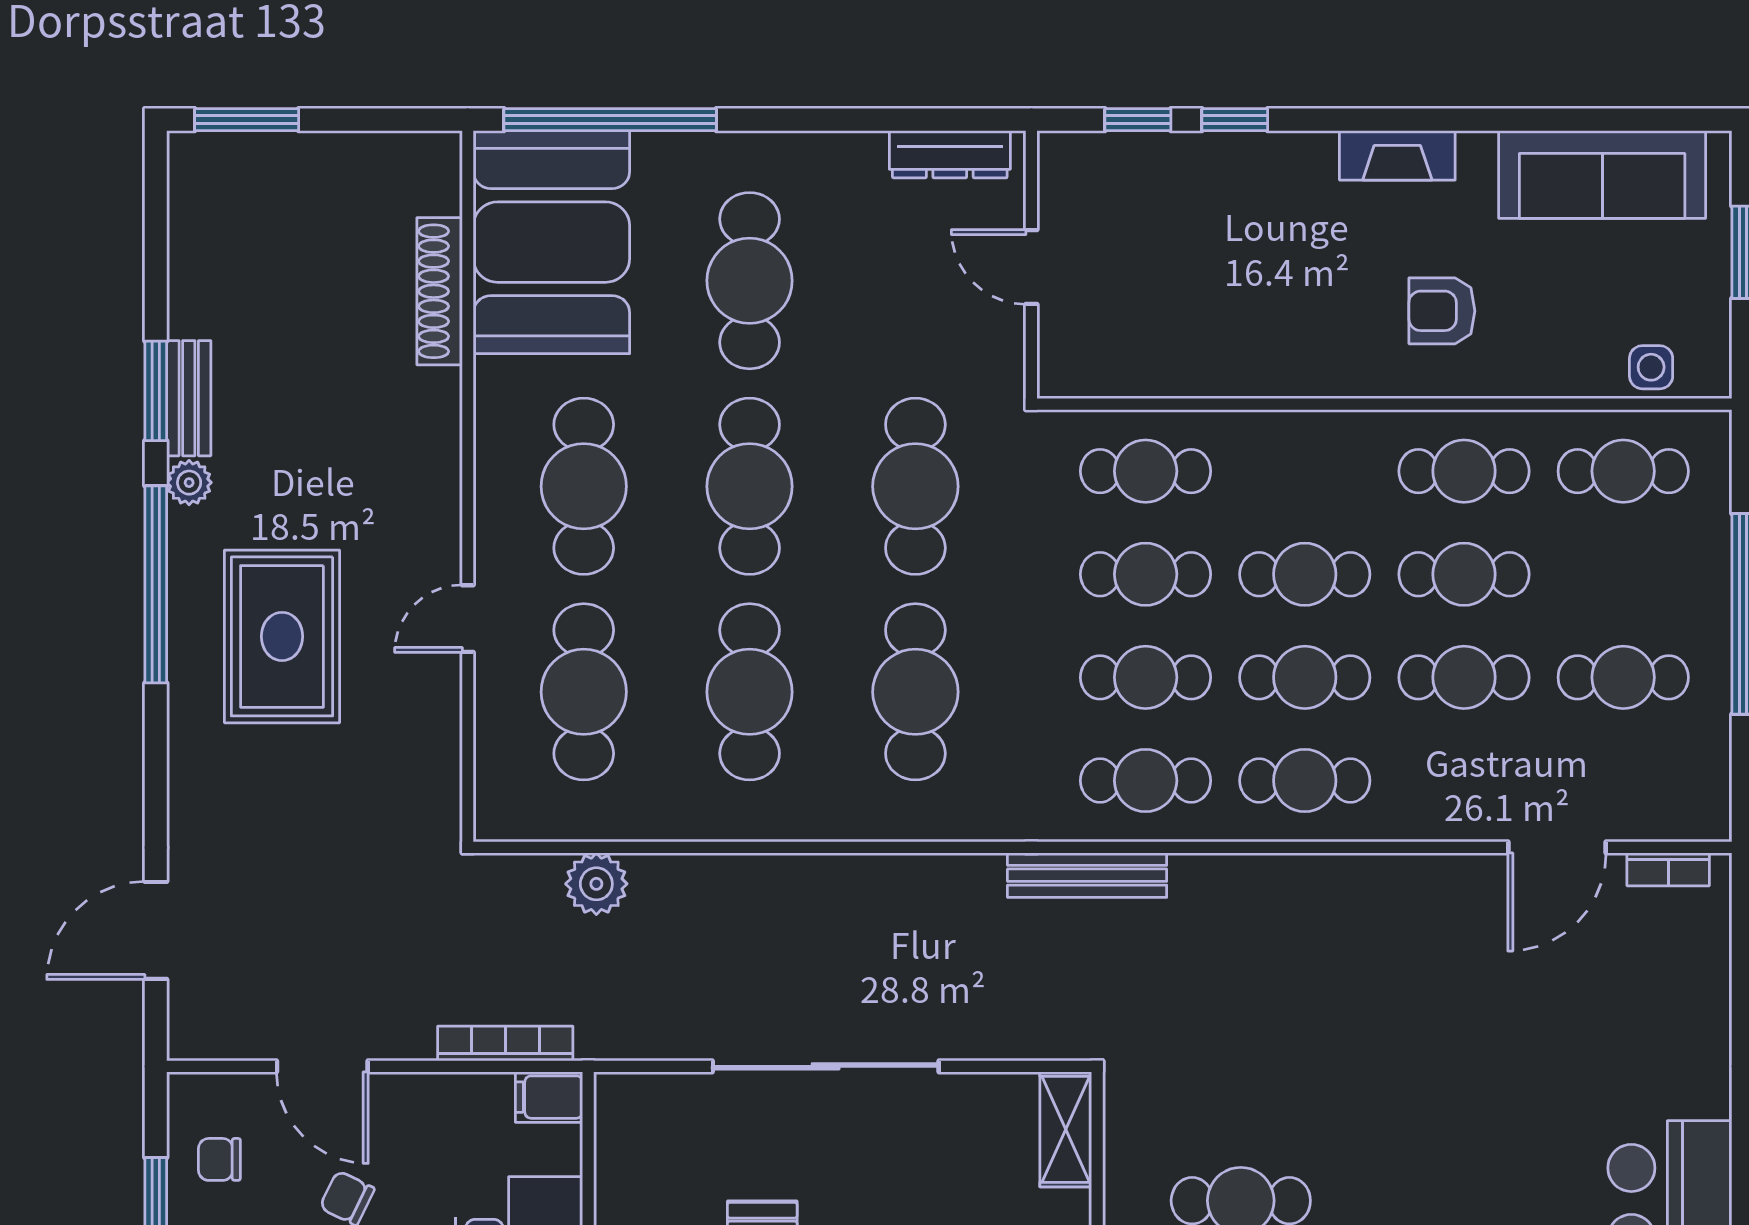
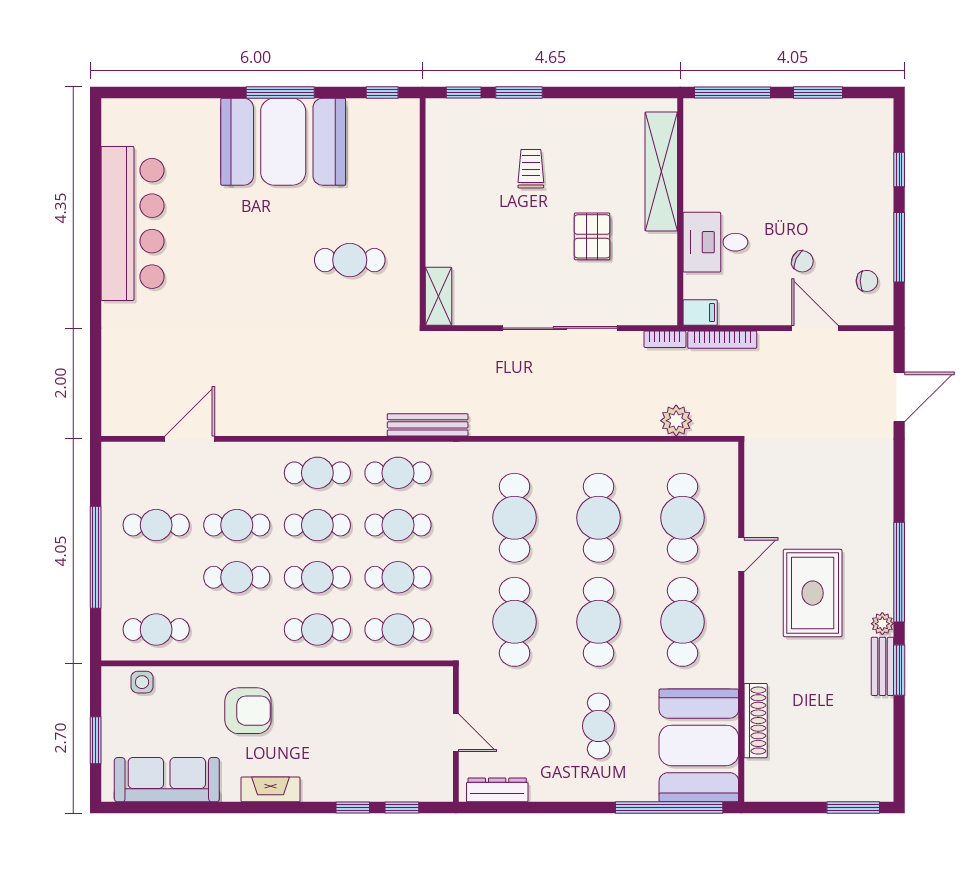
cafe table: (750, 281) -> (599, 726), width x0.73, depth x0.74
armchair: (1442, 311) -> (248, 711), width x1.38, depth x1.38
cafe table: (1464, 471) -> (317, 629), moved
rug: (282, 636) -> (813, 593), moved
bookcase: (1668, 869) -> (665, 339), moved, turned 180

